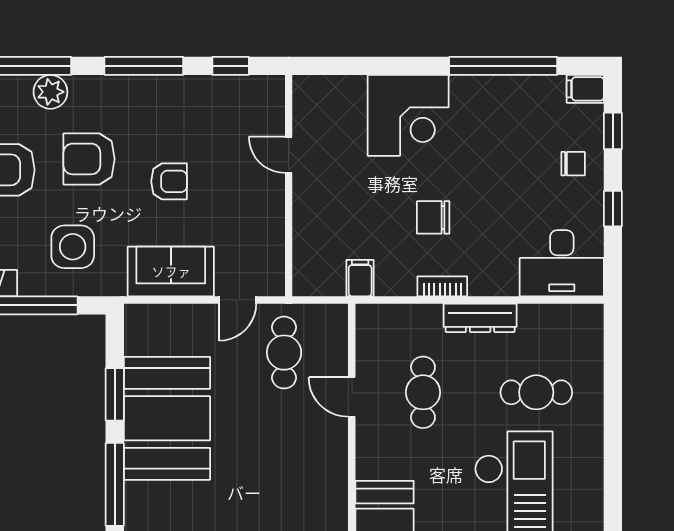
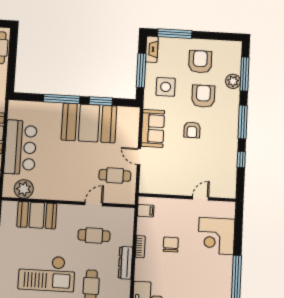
door: (289, 155) -> (201, 198), moved
wall: (289, 186) -> (187, 197), moved

